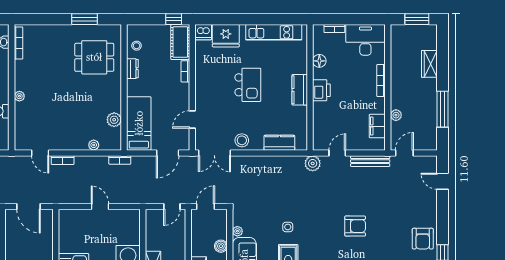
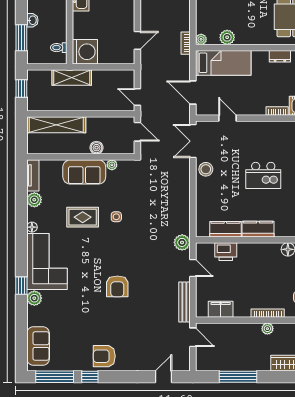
printer: (321, 90) -> (226, 252), moved
plant: (396, 115) -> (267, 329), moved
kitchen counter: (279, 143) -> (225, 229), moved, turned -90
plant: (94, 145) -> (201, 39), moved
door: (100, 206) -> (137, 40), moved

